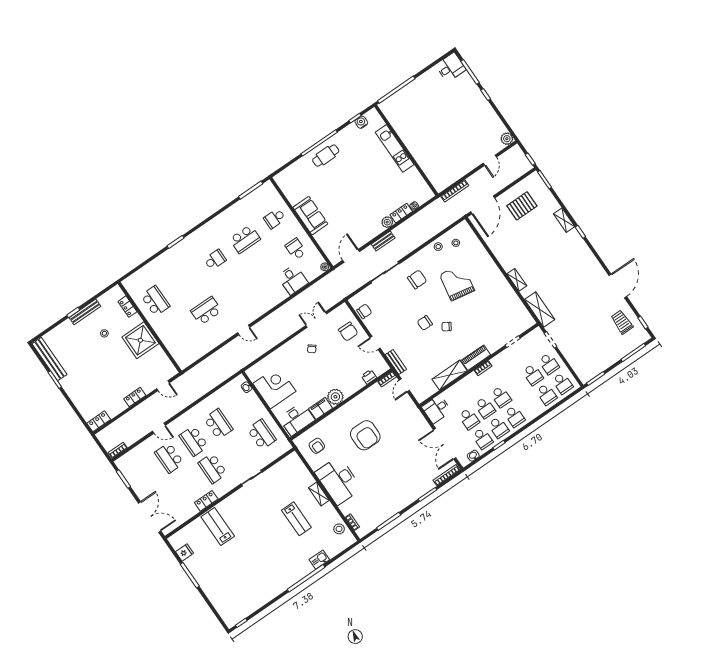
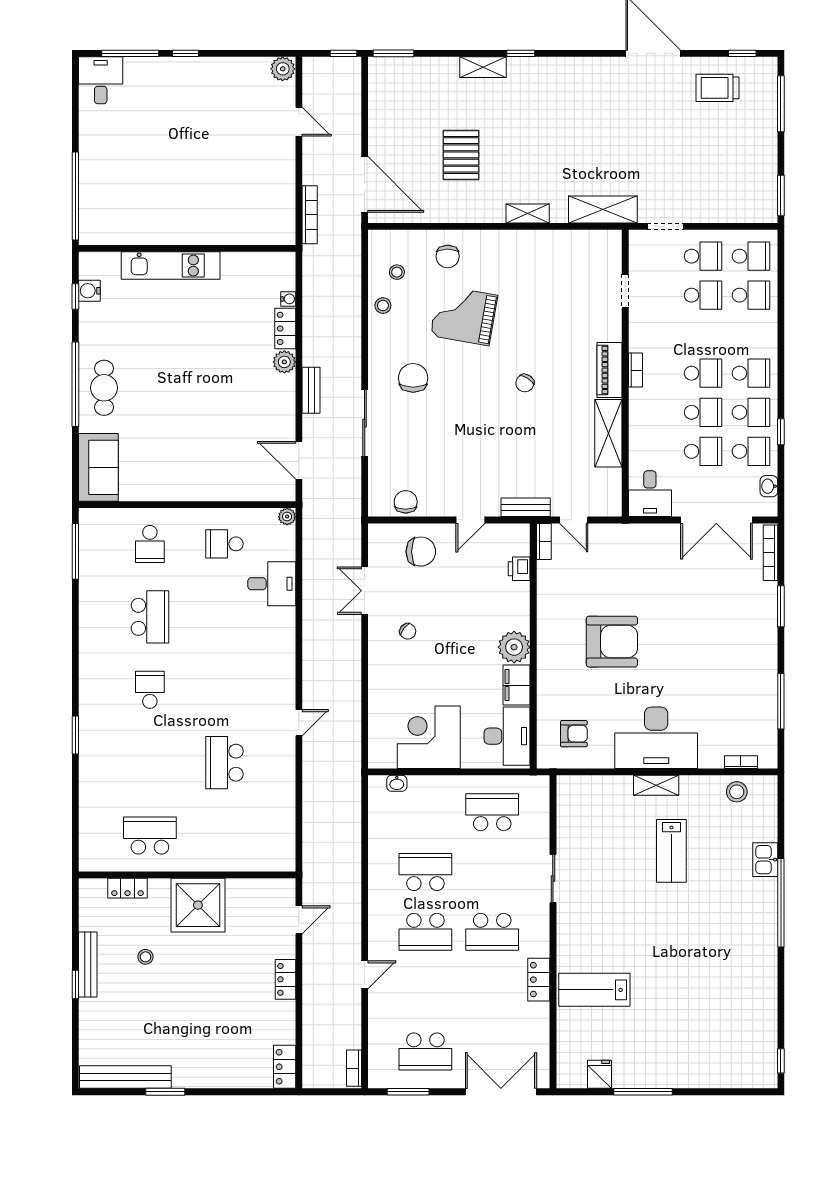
pallet: (522, 206) -> (461, 155), moved
sofa: (310, 216) -> (98, 467), moved, turned 90
chair: (425, 323) -> (448, 256), moved
school desk: (169, 458) -> (425, 1051), moved
lab bench: (296, 519) -> (671, 851), turned 90

